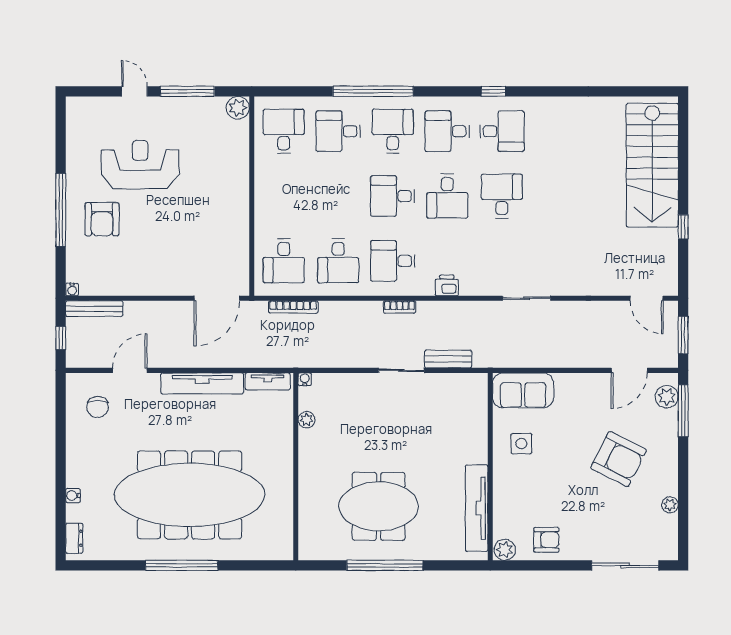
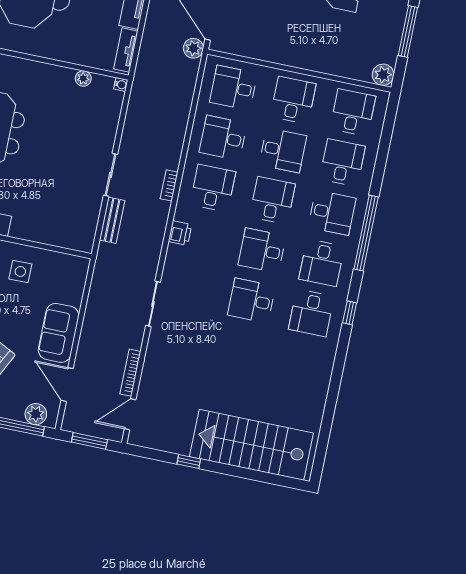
window: (373, 91) -> (366, 233), moved
desk: (284, 131) -> (353, 112), turned -90
desk: (447, 131) -> (322, 263), turned 180
desk: (284, 196) -> (293, 100), added
desk: (338, 196) -> (283, 150), added
desk: (502, 196) -> (252, 301), turned 180
bookcase: (293, 307) -> (130, 373), moved
plant: (251, 311) -> (193, 48), added
sofa: (523, 390) -> (59, 333), moved

